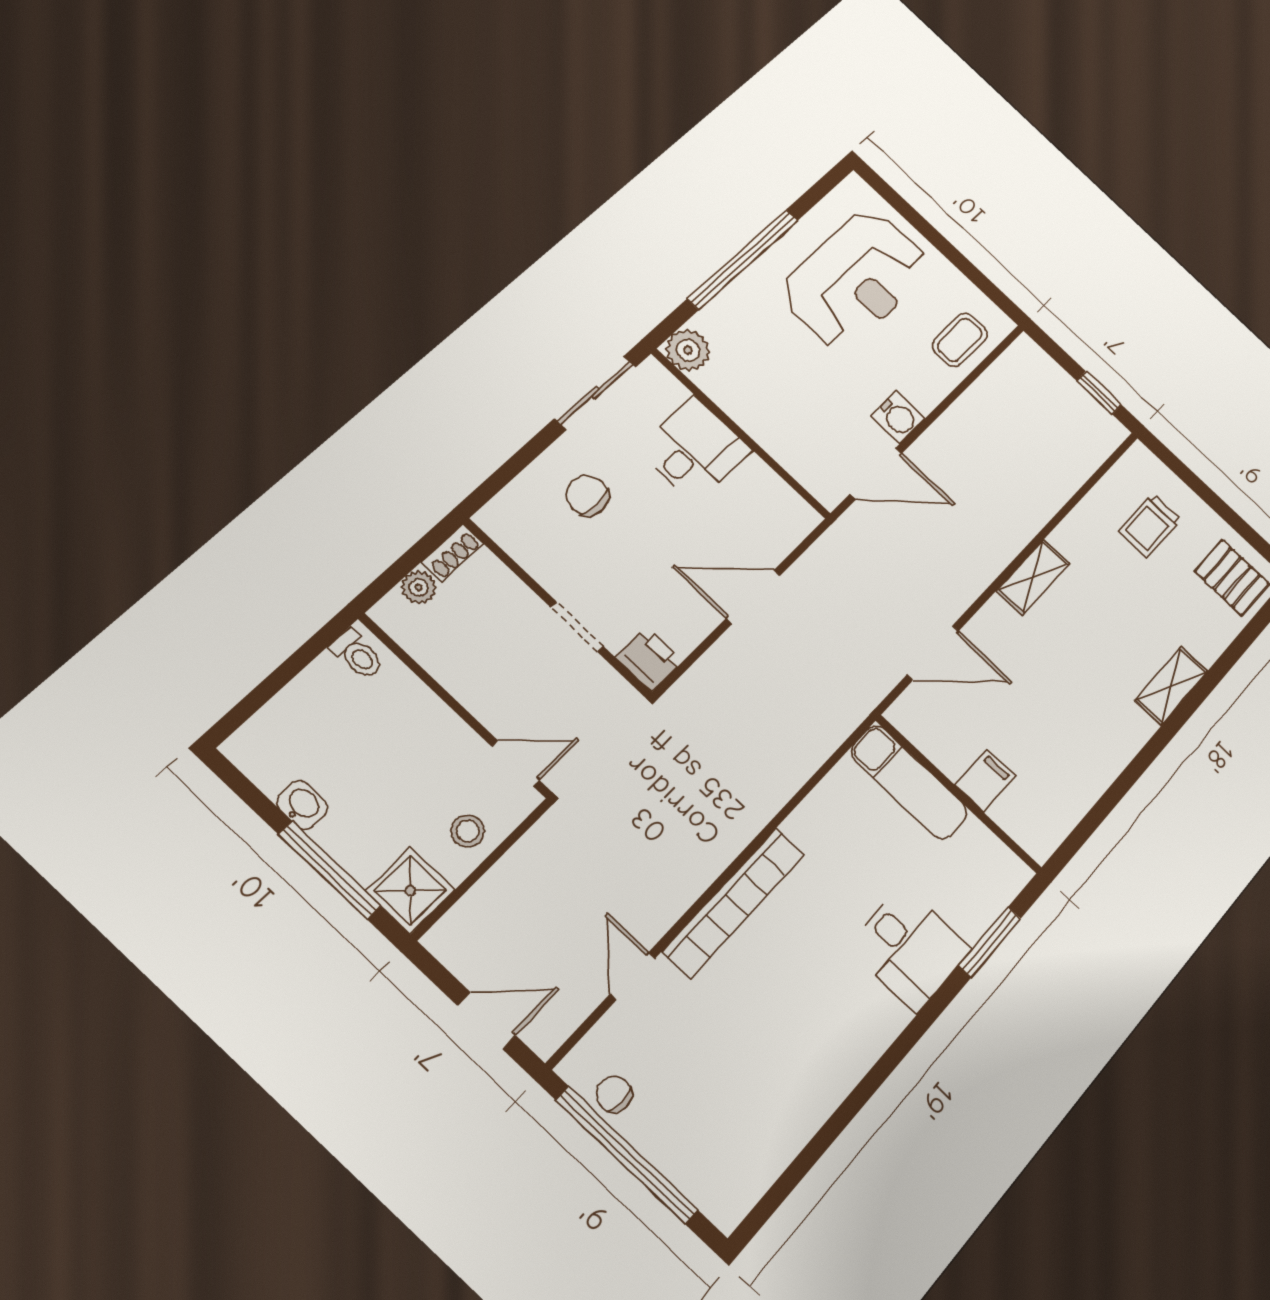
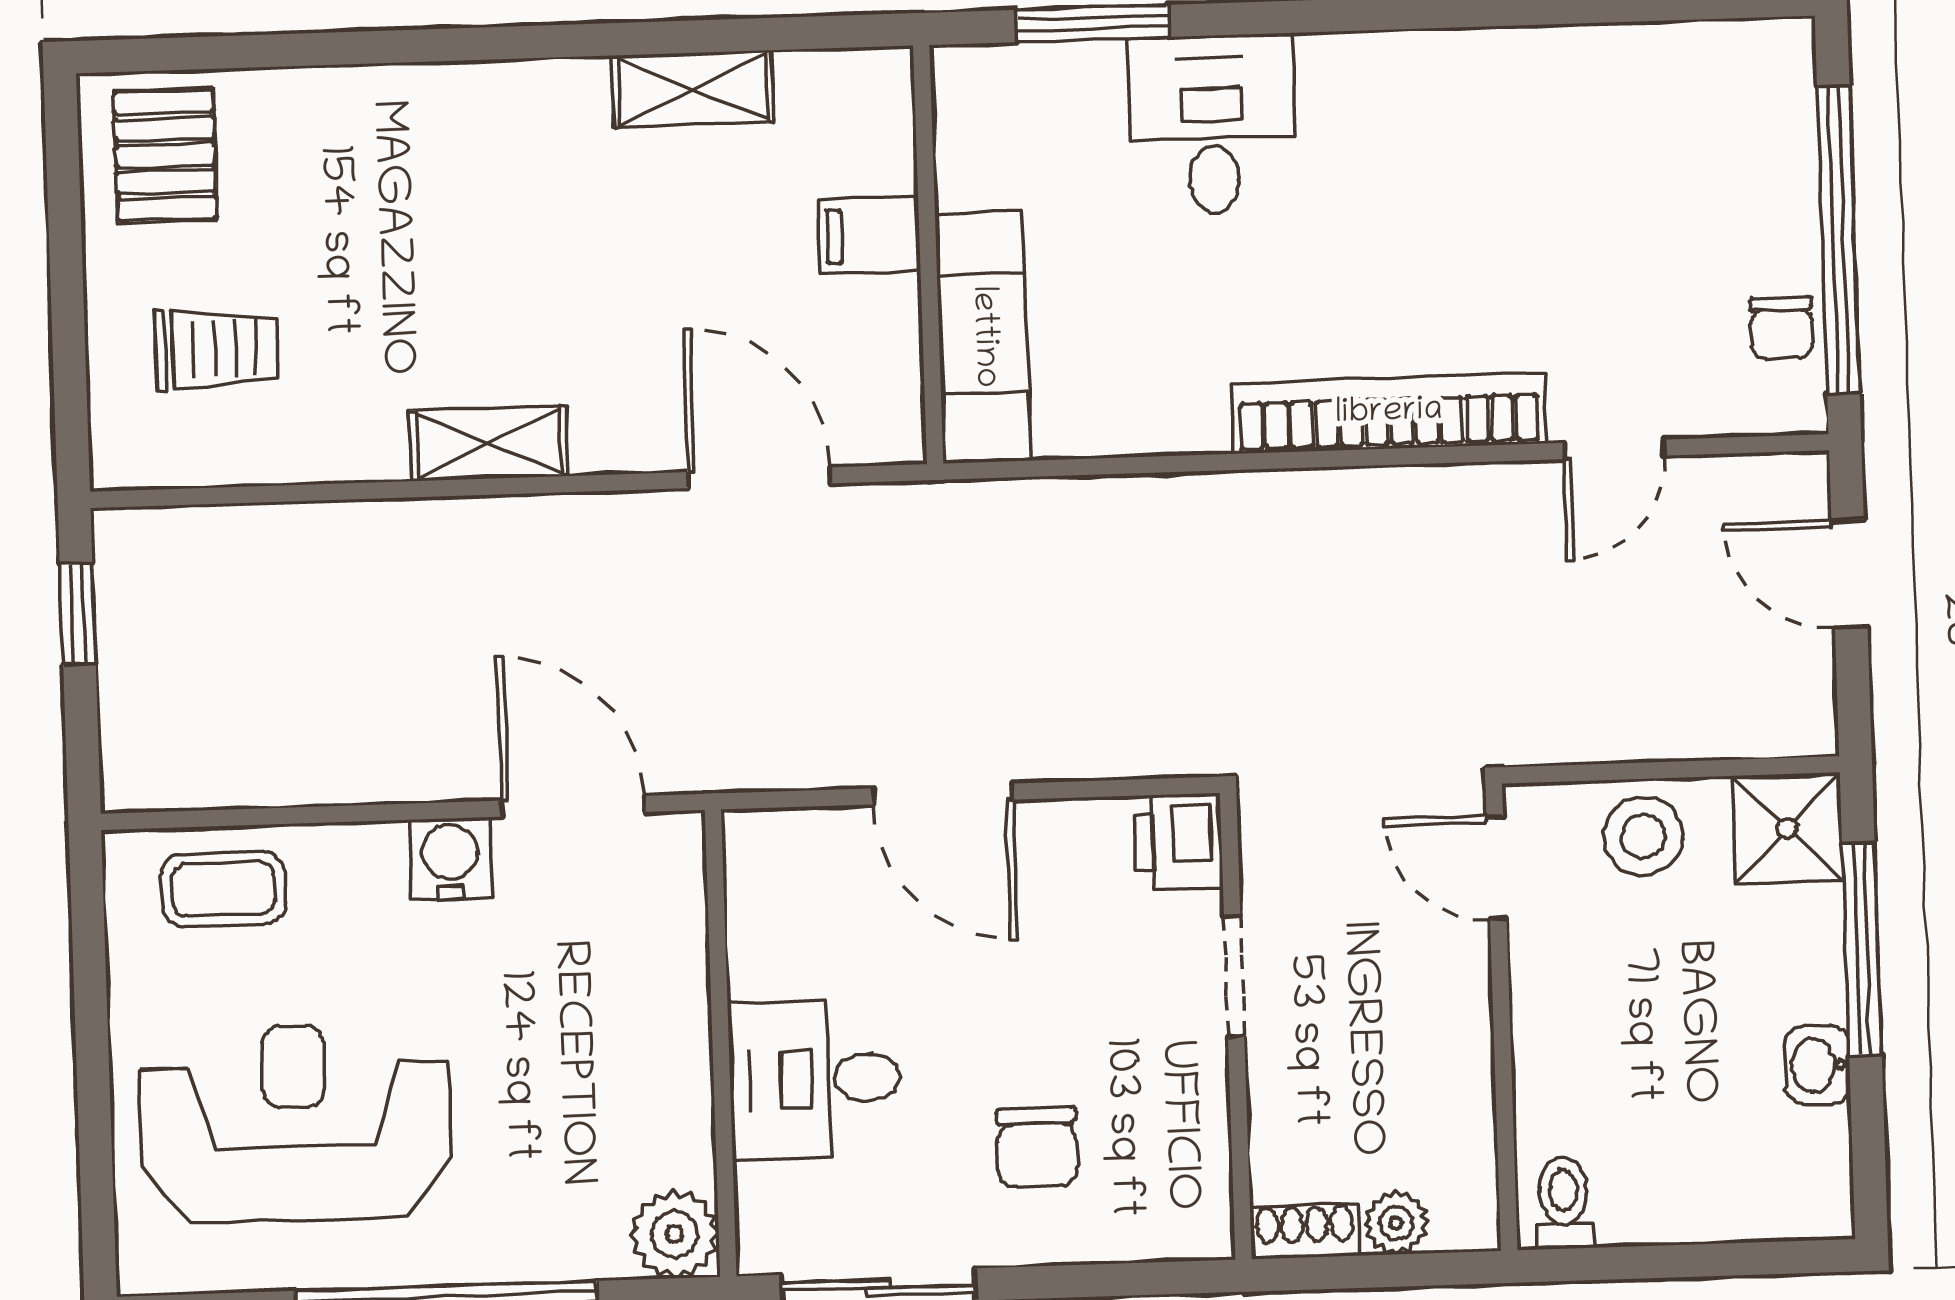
shelving: (1171, 686) -> (693, 89), moved
stool: (468, 831) -> (1643, 836), width x1.37, depth x1.37

